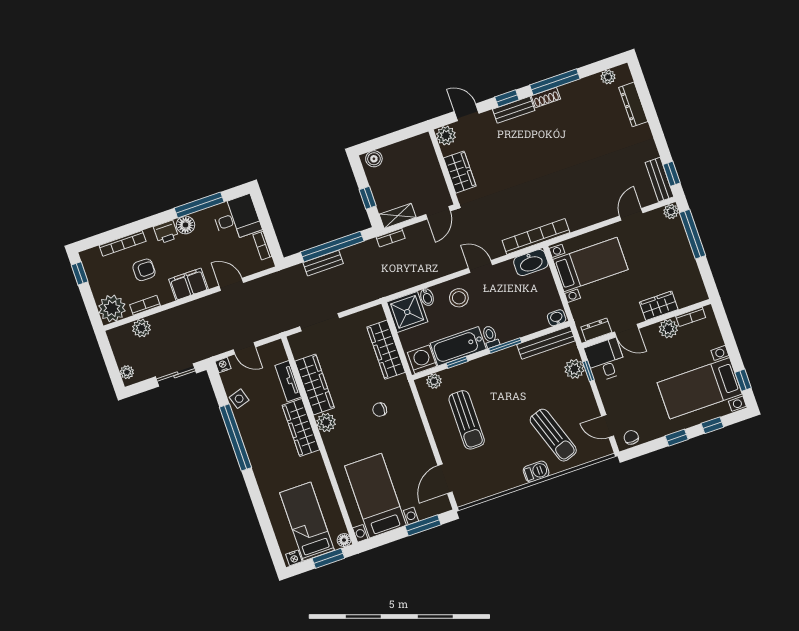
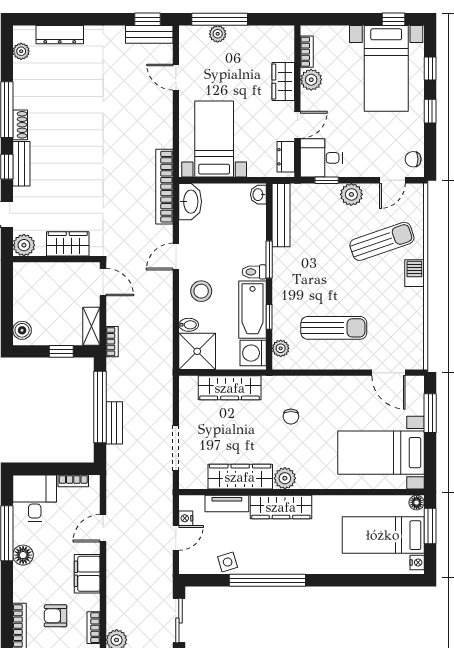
plant: (671, 211) -> (218, 34), moved
printer: (166, 232) -> (23, 578), removed
armchair: (144, 270) -> (55, 616), turned -90
nightstand: (223, 365) -> (186, 518), moved
plant: (574, 369) -> (351, 194), moved

